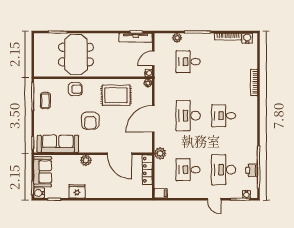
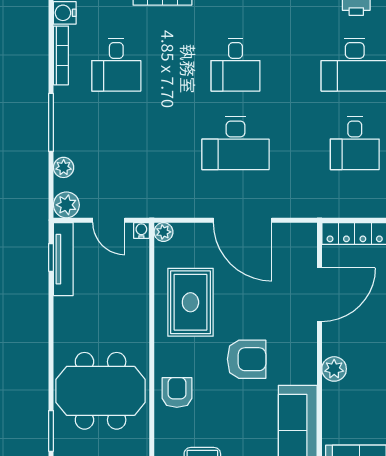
desk: (188, 62) -> (116, 65), moved
plant: (160, 153) -> (66, 205), moved

